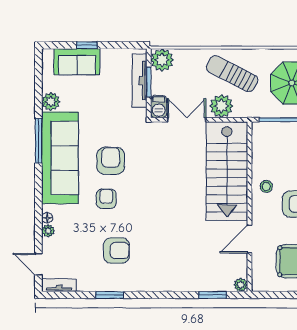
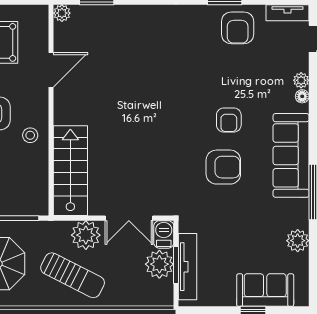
plant: (162, 60) -> (159, 264), moved
sofa: (60, 158) -> (291, 155), width x0.74, depth x0.79
armchair: (111, 161) -> (223, 167), turned -90
stairs: (227, 171) -> (70, 171), width x0.73, depth x0.66
armchair: (116, 251) -> (238, 28), moved, turned -90

